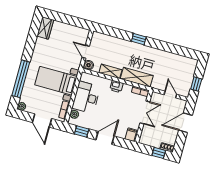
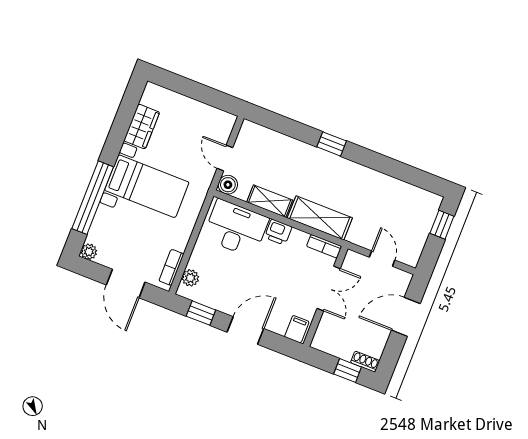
wardrobe: (45, 28) -> (142, 126), moved
bed with nightstands: (56, 81) -> (147, 186), moved, turned 180
window: (196, 84) -> (442, 225), moved
desk: (86, 97) -> (236, 228), moved, turned 90

